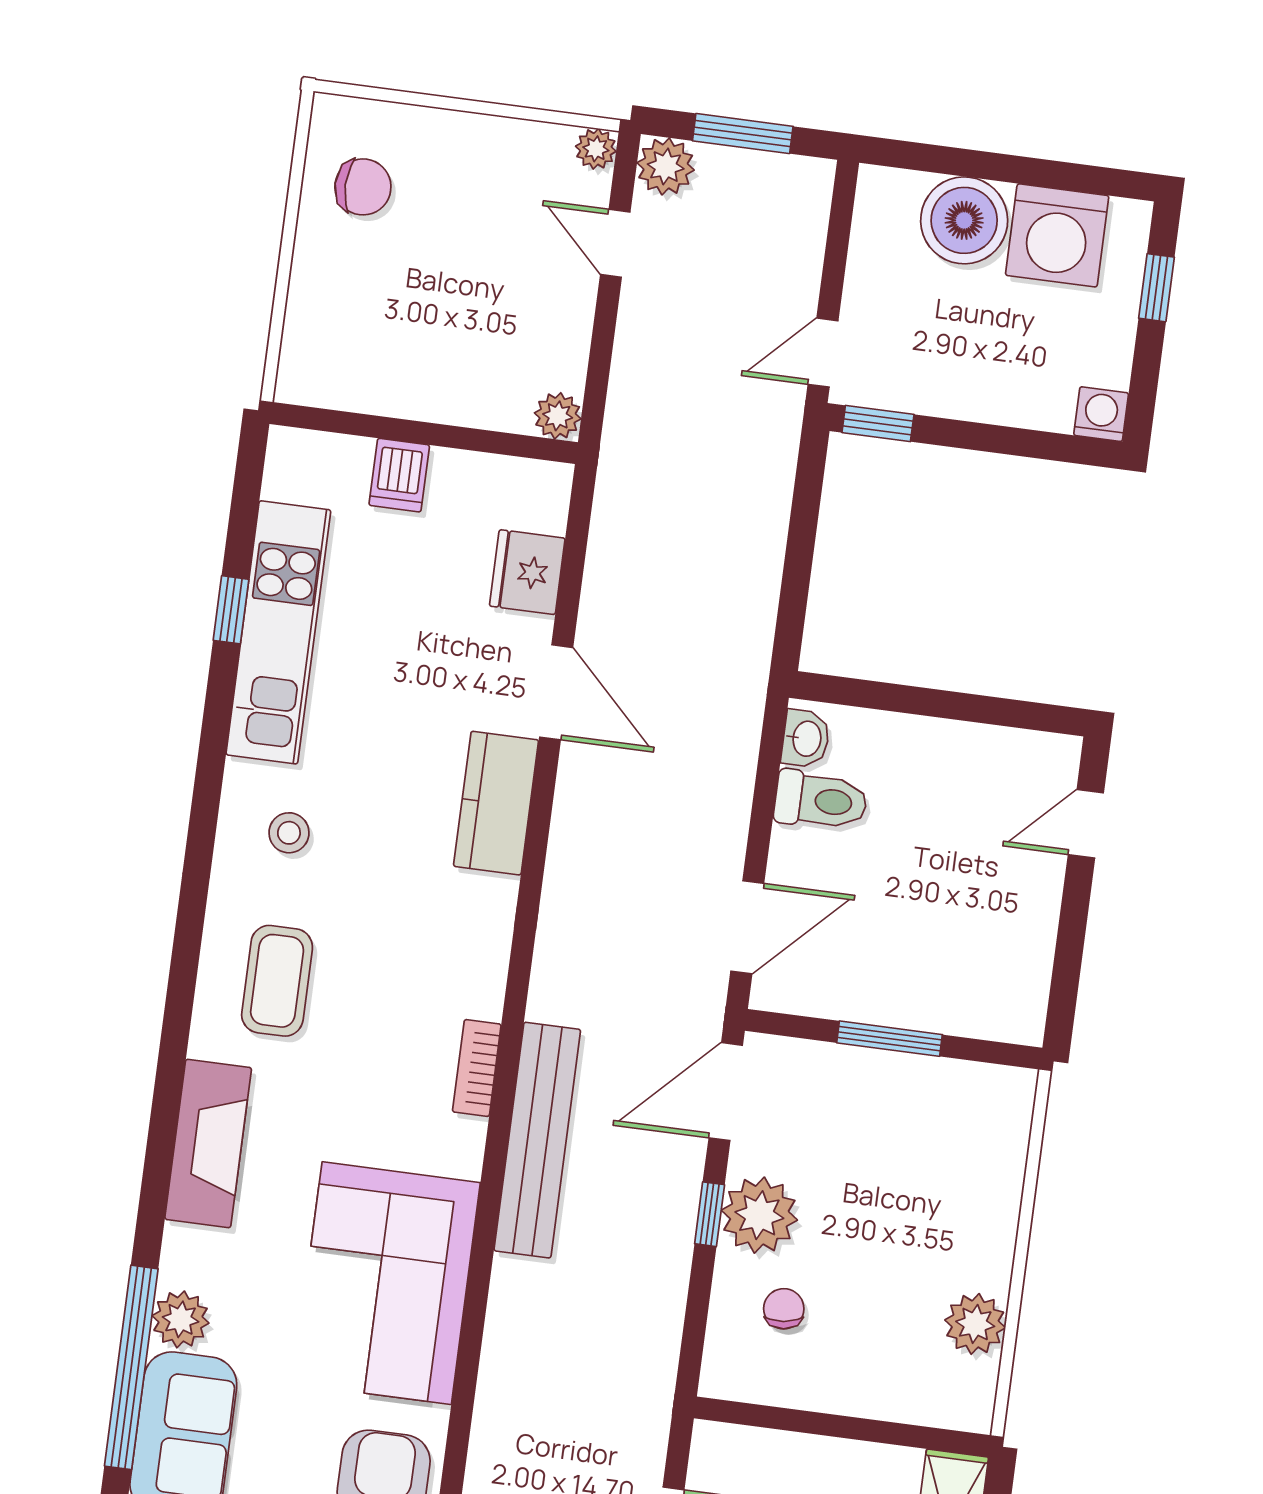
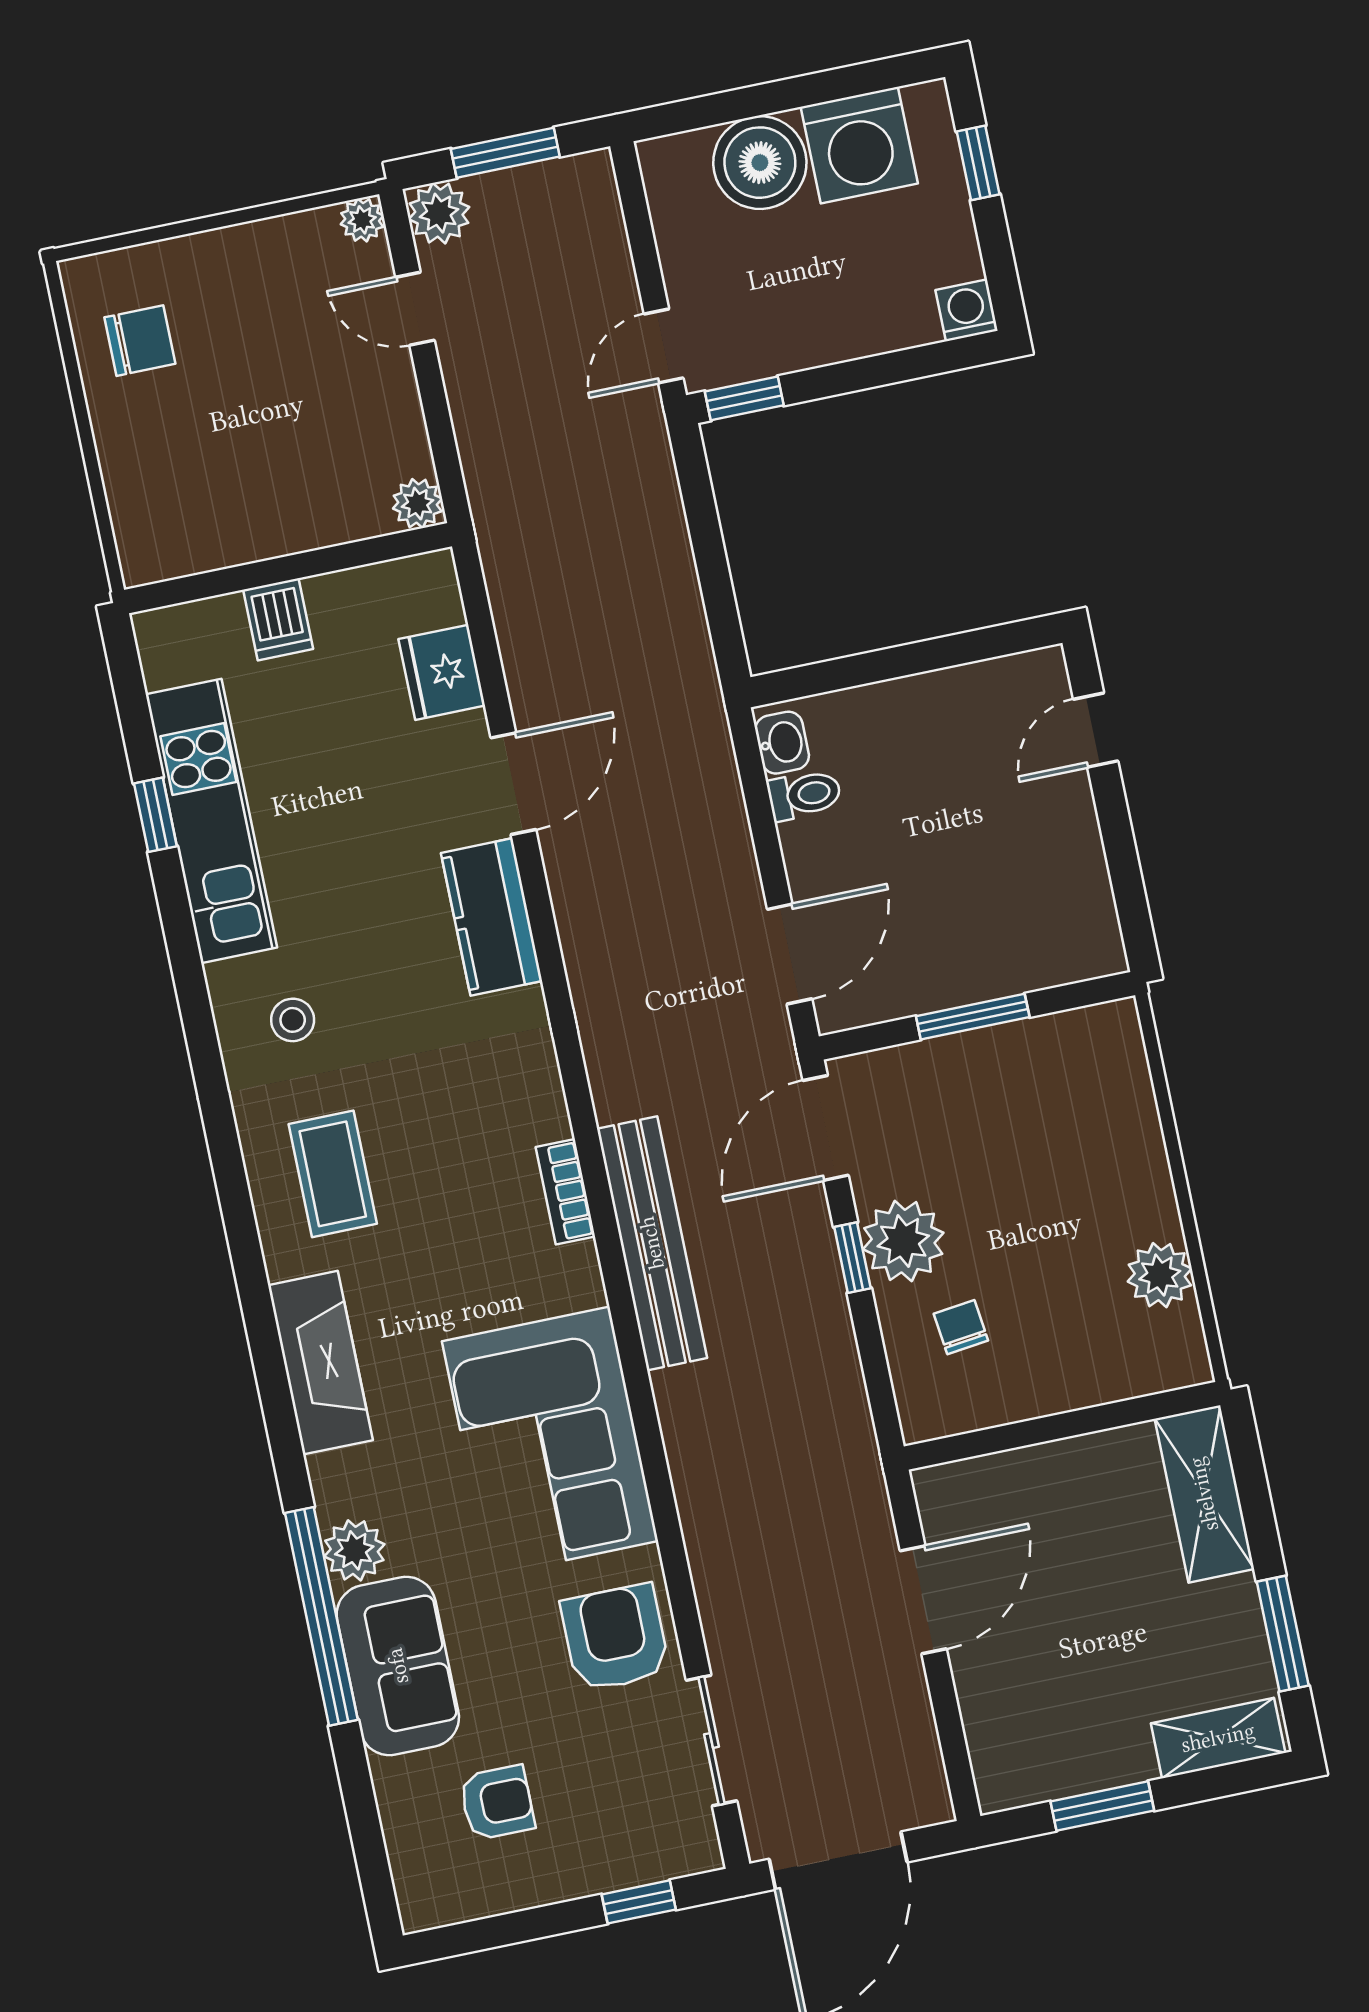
door: (556, 692) -> (513, 784), hinge flipped
toilet: (821, 800) -> (804, 795), width x0.73, depth x0.72

